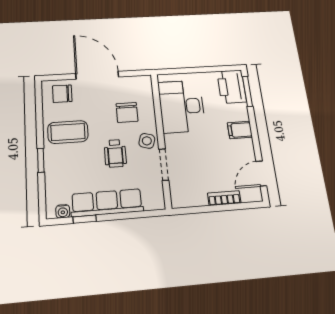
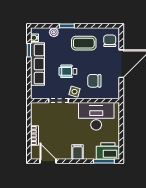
coffee table: (68, 132) -> (84, 43), turned 90
plant: (52, 180) -> (54, 32), added

